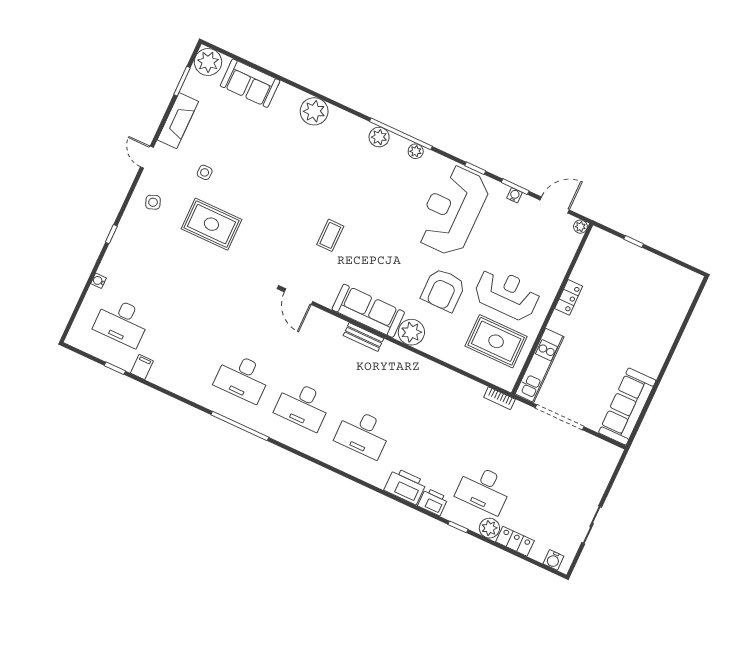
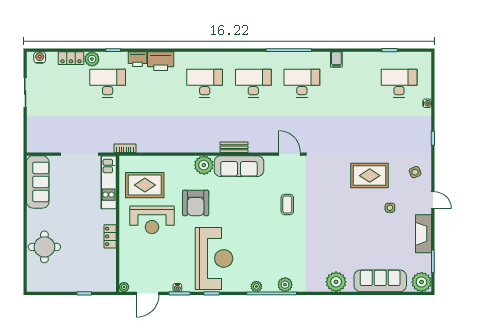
sofa: (250, 83) -> (380, 281), width x1.36
armchair: (443, 290) -> (196, 203), turned 180
round table: (656, 322) -> (44, 247), added
filing cabinet: (142, 367) -> (336, 59), moved

